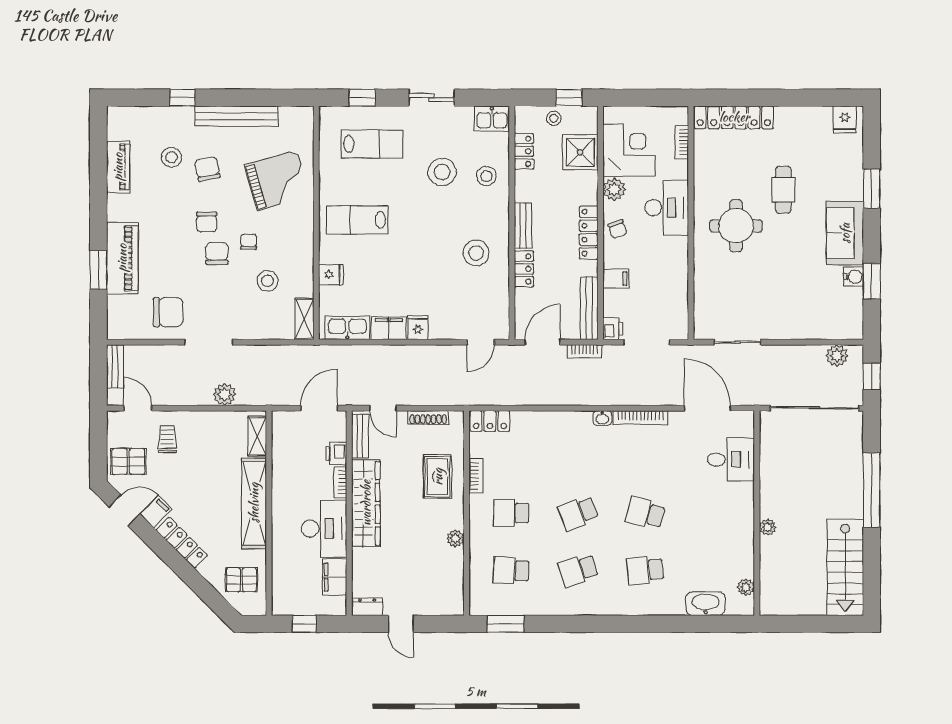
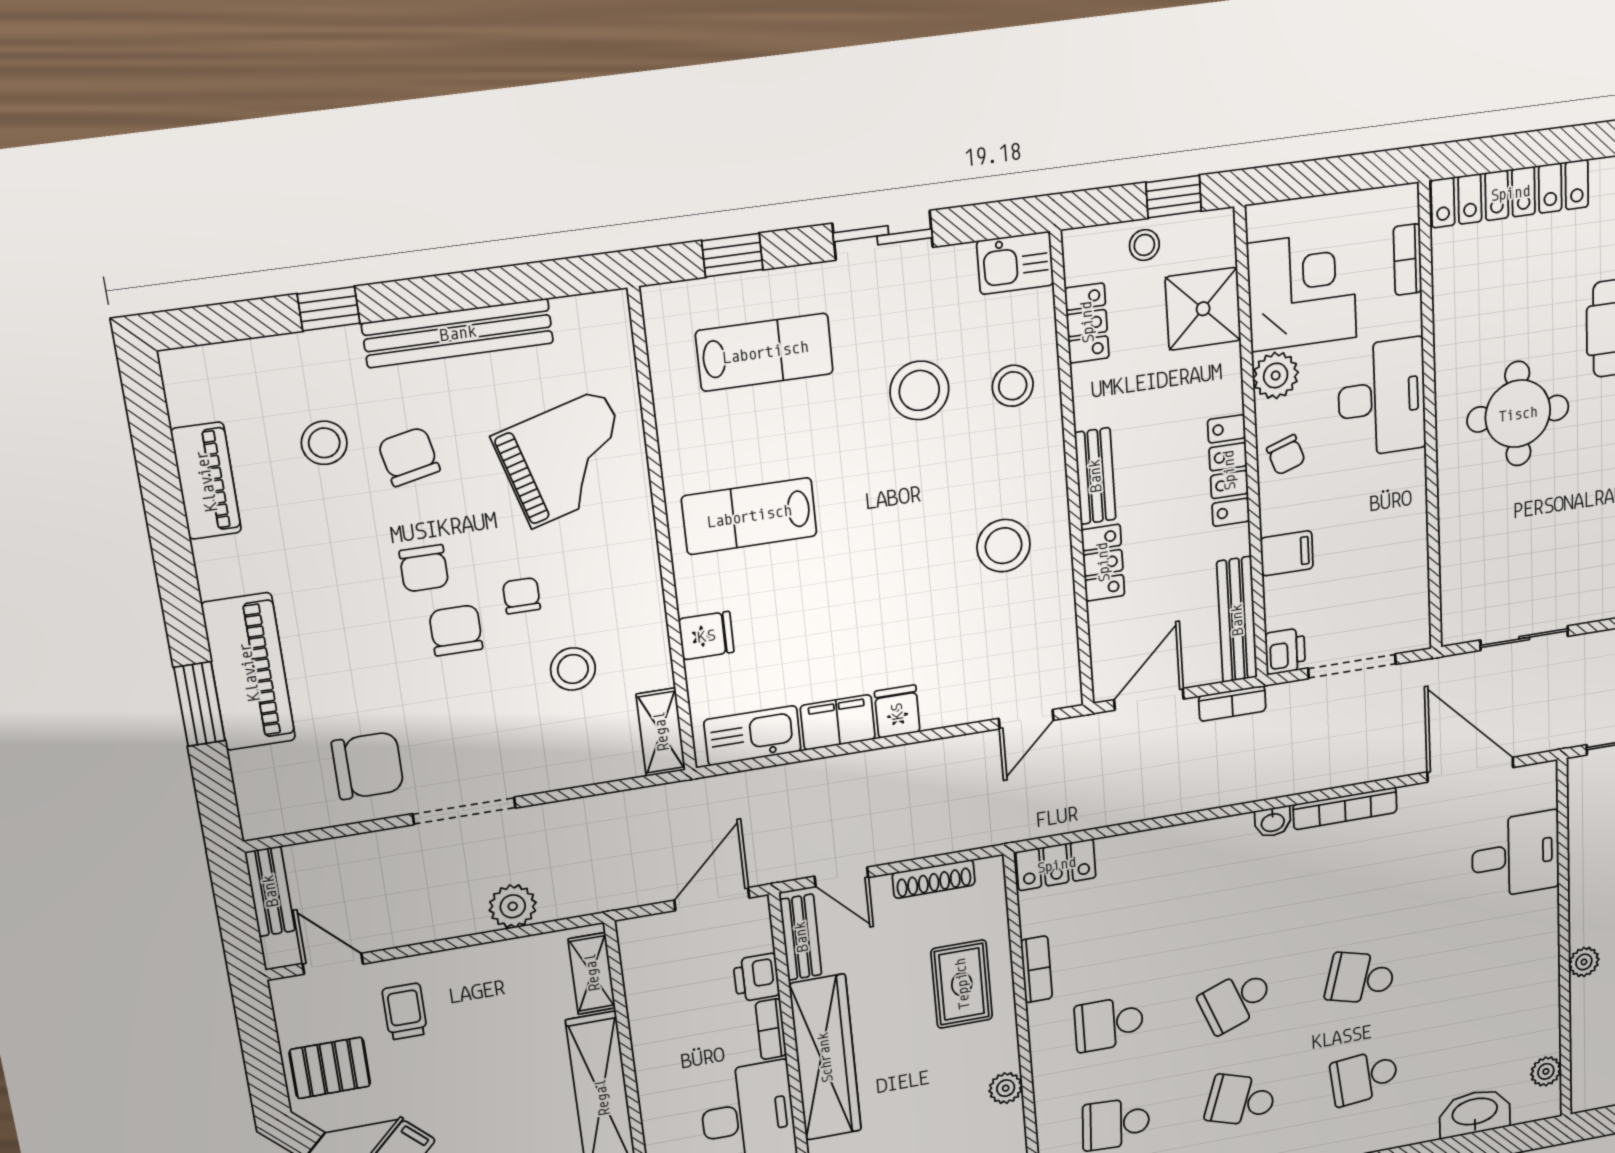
school desk: (578, 570) -> (1241, 1100), turned 36

